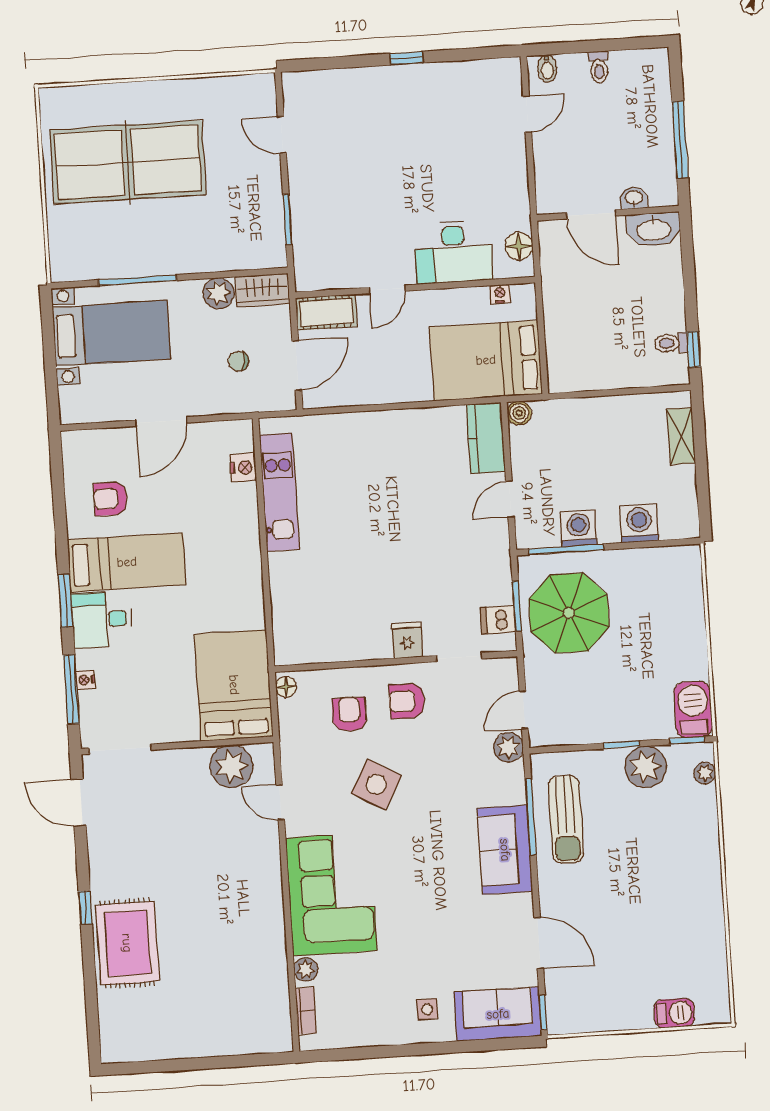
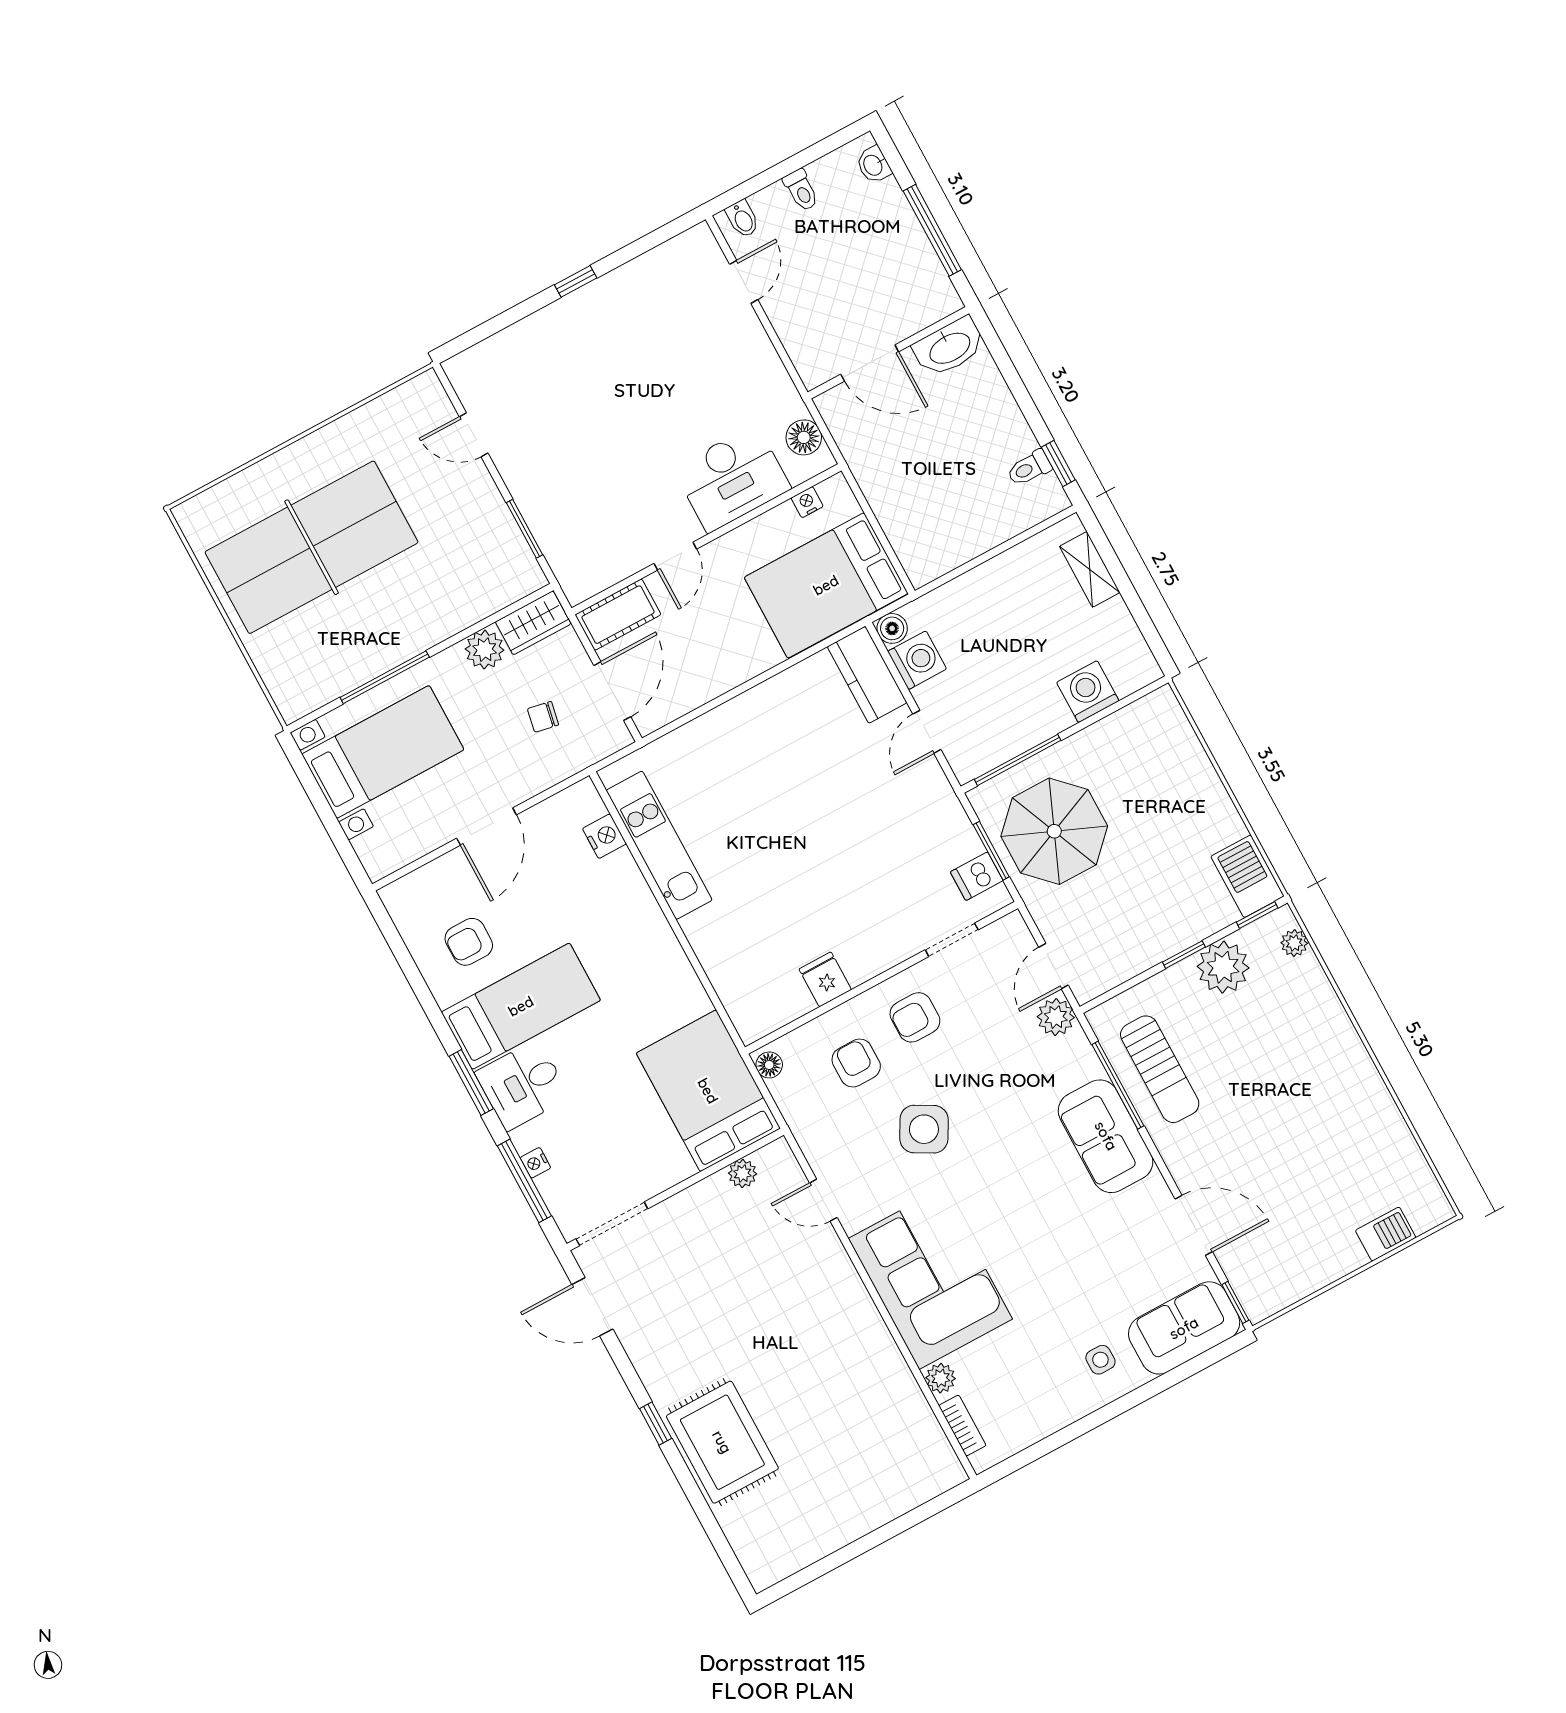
washbasin: (634, 198) -> (874, 165), moved, turned -90
washing machine: (579, 528) -> (917, 660), moved, turned 90
fridge: (407, 640) -> (825, 979), moved
plant: (231, 766) -> (743, 1173), width x0.53, depth x0.53

